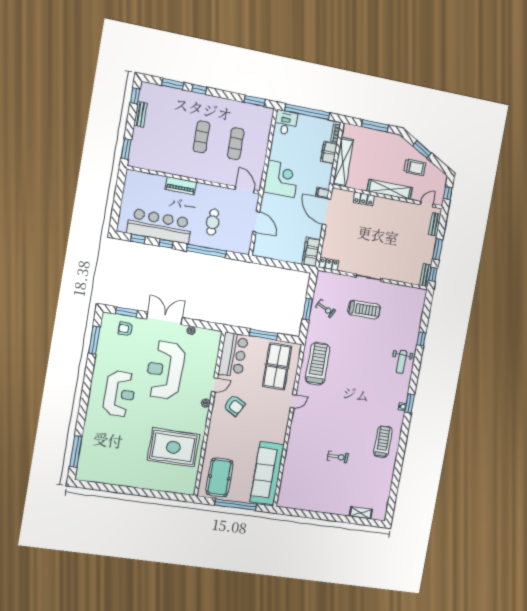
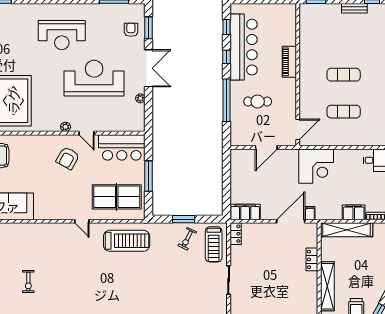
treadmill: (364, 310) -> (214, 244), moved

